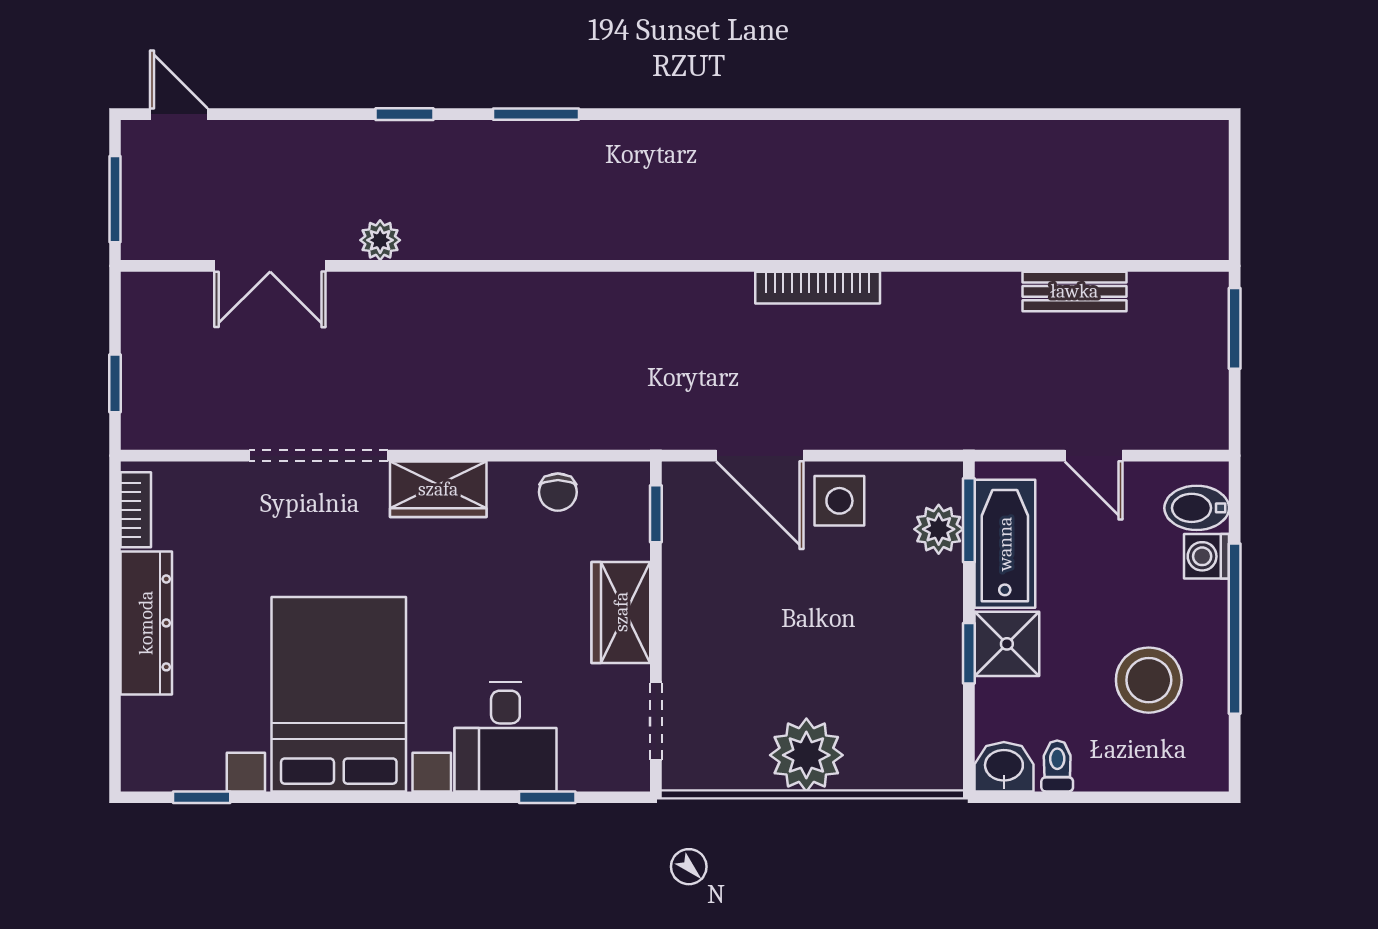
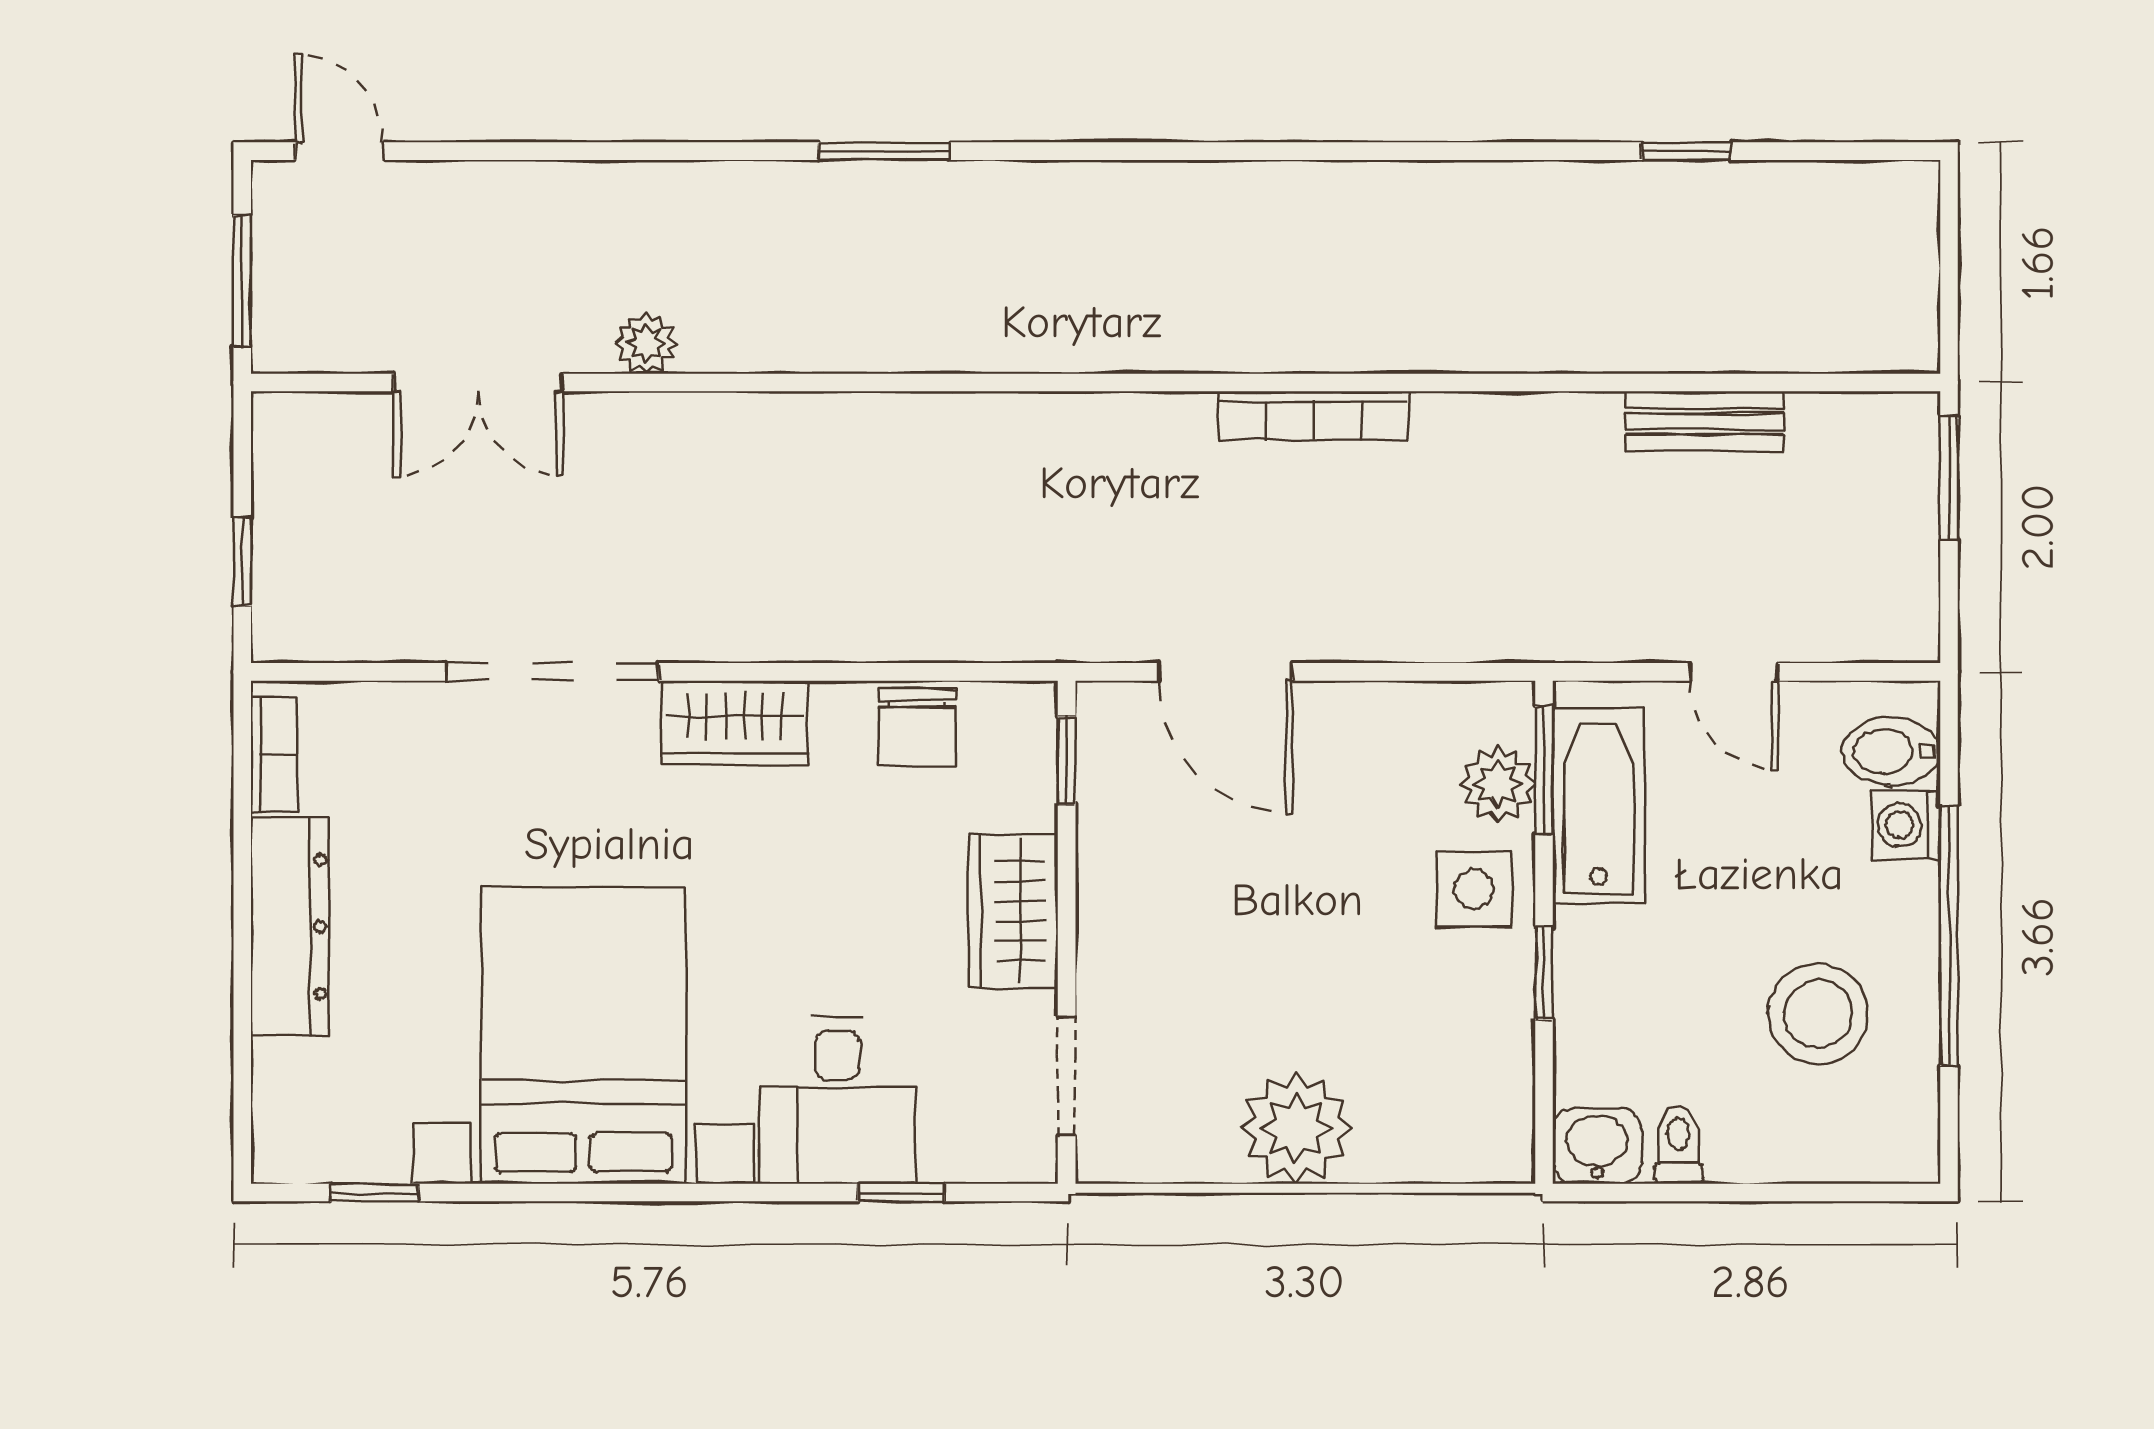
window: (404, 114) -> (1686, 151), moved
chair: (558, 492) -> (917, 727), width x1.37, depth x1.37
side table: (839, 501) -> (1474, 889), moved
shower: (1007, 644) -> (1602, 959), removed

